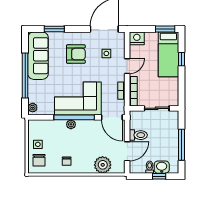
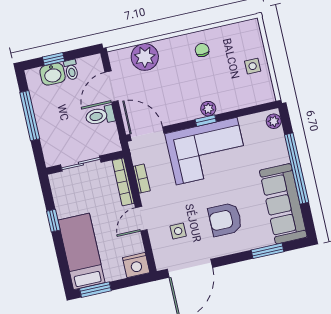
window: (181, 59) -> (53, 221), moved
window: (74, 117) -> (206, 121), width x0.32
chair: (39, 160) -> (245, 42), removed

